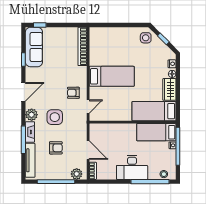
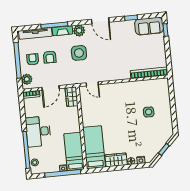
side table: (146, 38) -> (149, 112), moved
sofa: (34, 47) -> (149, 26), width x0.73
bed: (112, 76) -> (123, 104), removed
armchair: (73, 93) -> (33, 59), moved
wardrobe: (99, 129) -> (72, 97), added

